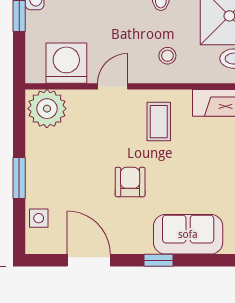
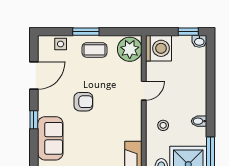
washing machine: (66, 63) -> (158, 48), moved
door: (113, 86) -> (144, 91), hinge flipped
coffee table: (159, 122) -> (94, 50), moved

